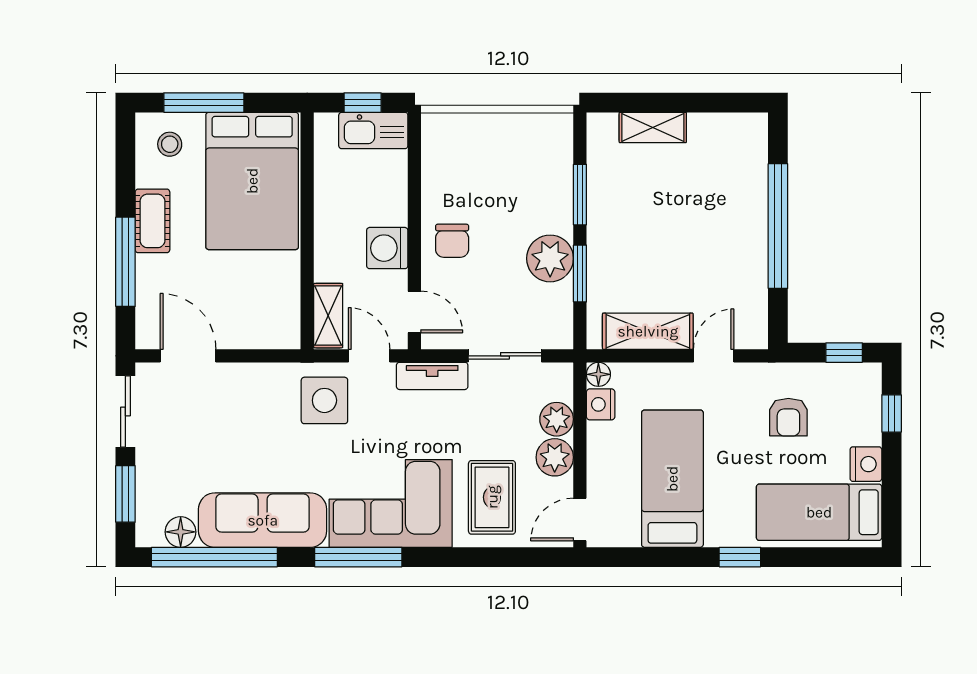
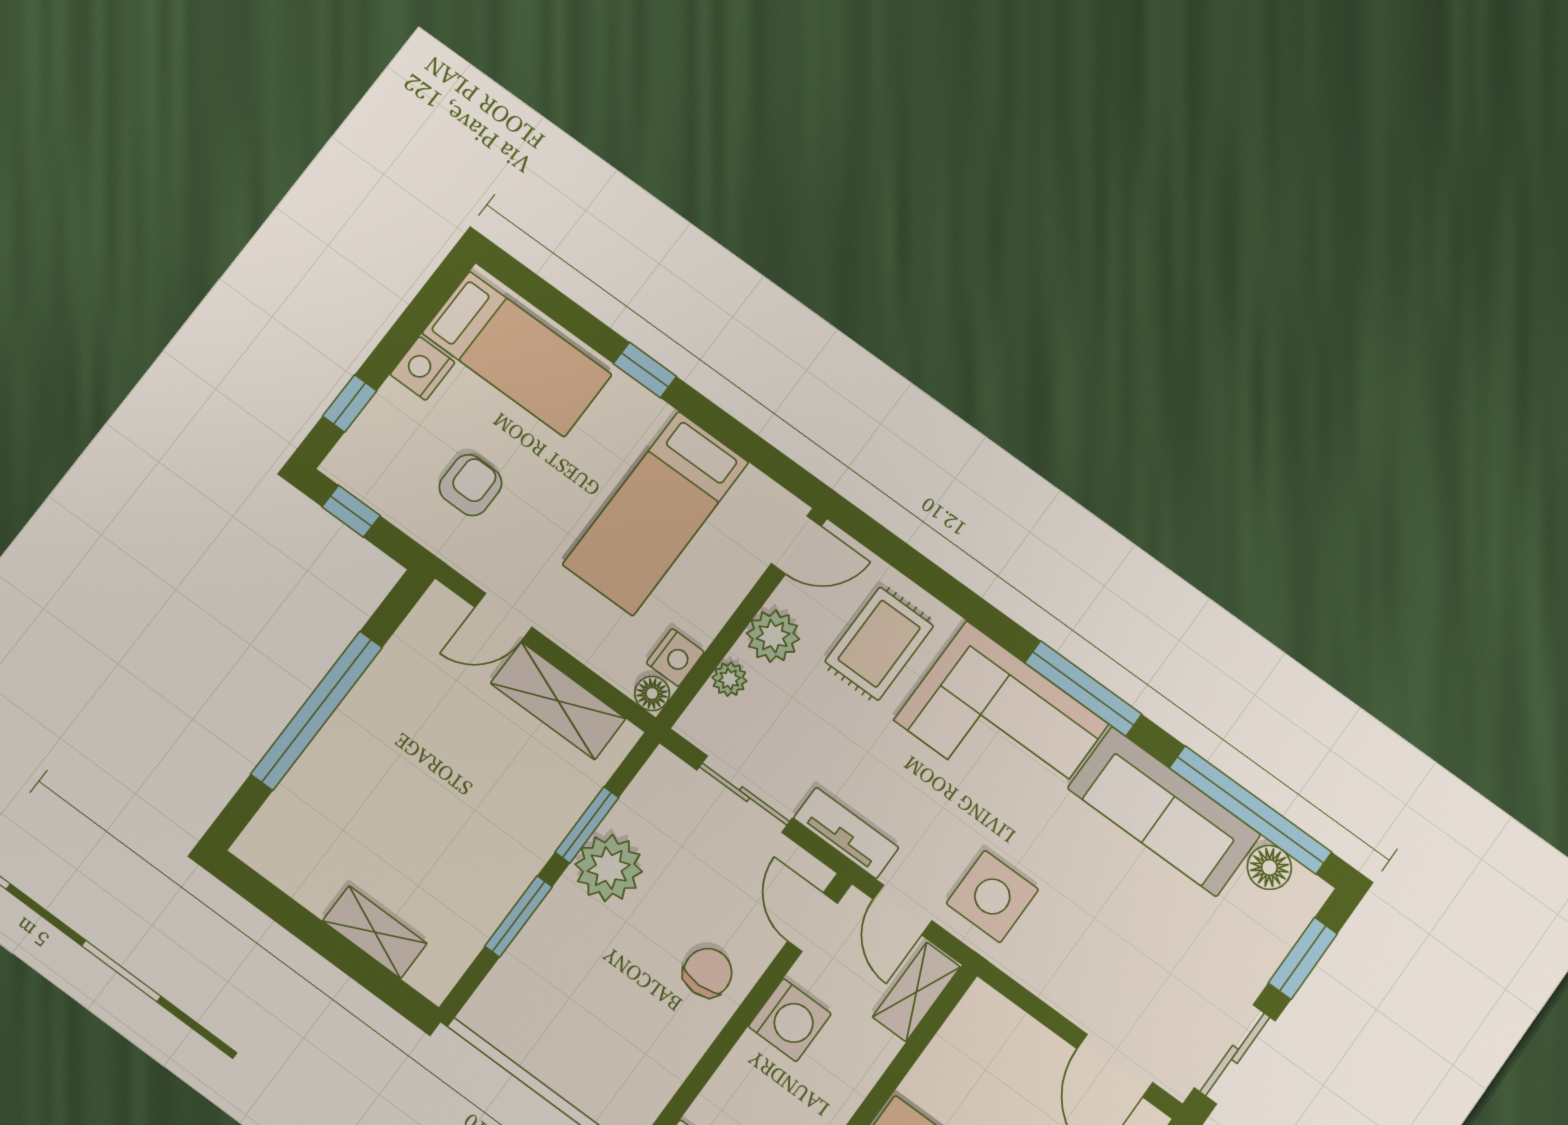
plant: (557, 419) -> (729, 679), width x0.73, depth x0.73

